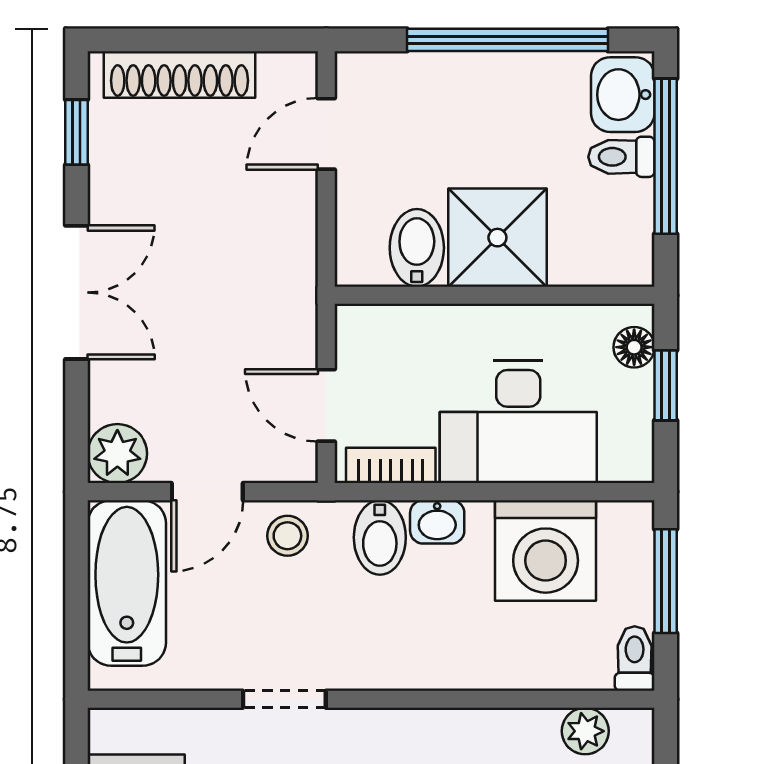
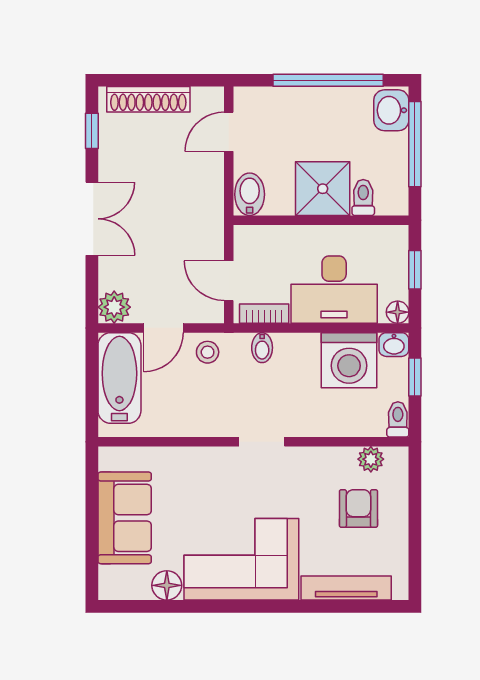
toilet: (621, 157) -> (363, 198), moved, turned 90
bidet: (417, 248) -> (250, 194), moved
floor lamp: (634, 347) -> (398, 312), moved
washbasin: (437, 522) -> (394, 345), moved
bidet: (380, 537) -> (262, 348), width x0.72, depth x0.74
window: (666, 581) -> (415, 377), width x0.67
doorway: (284, 699) -> (262, 442), moved

